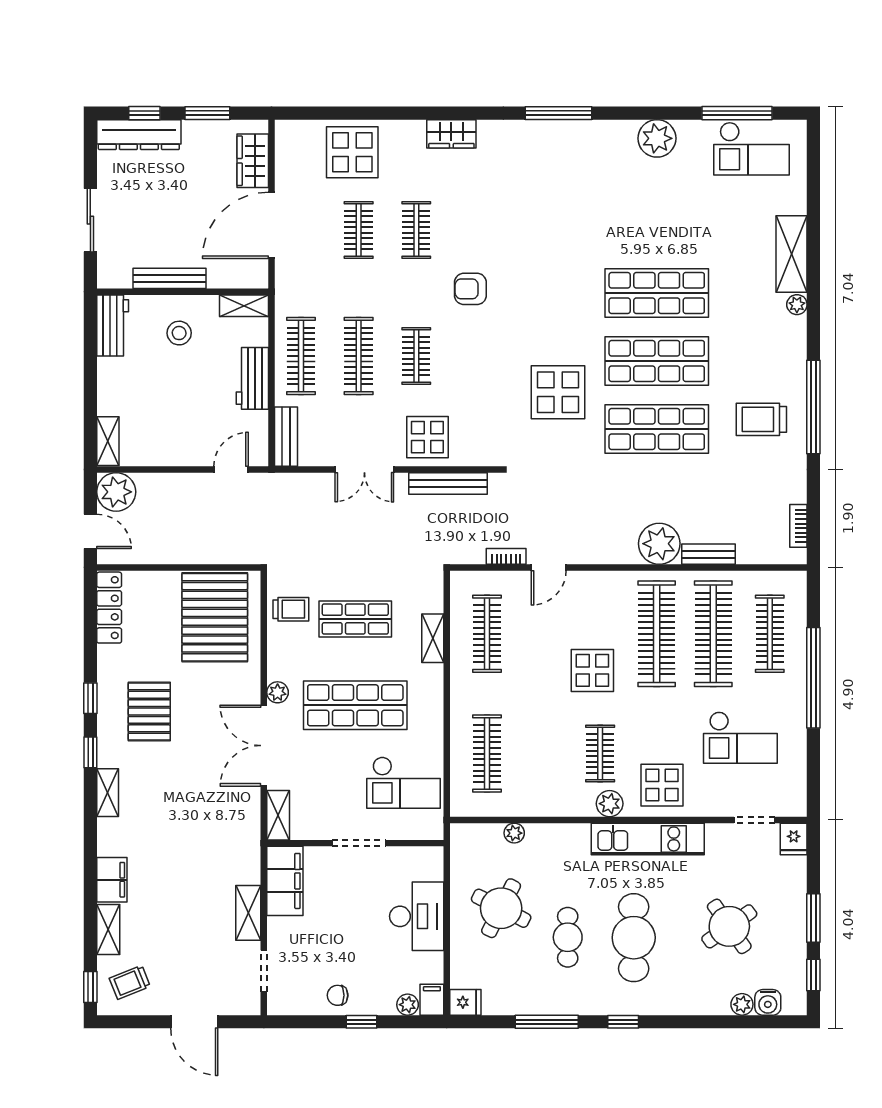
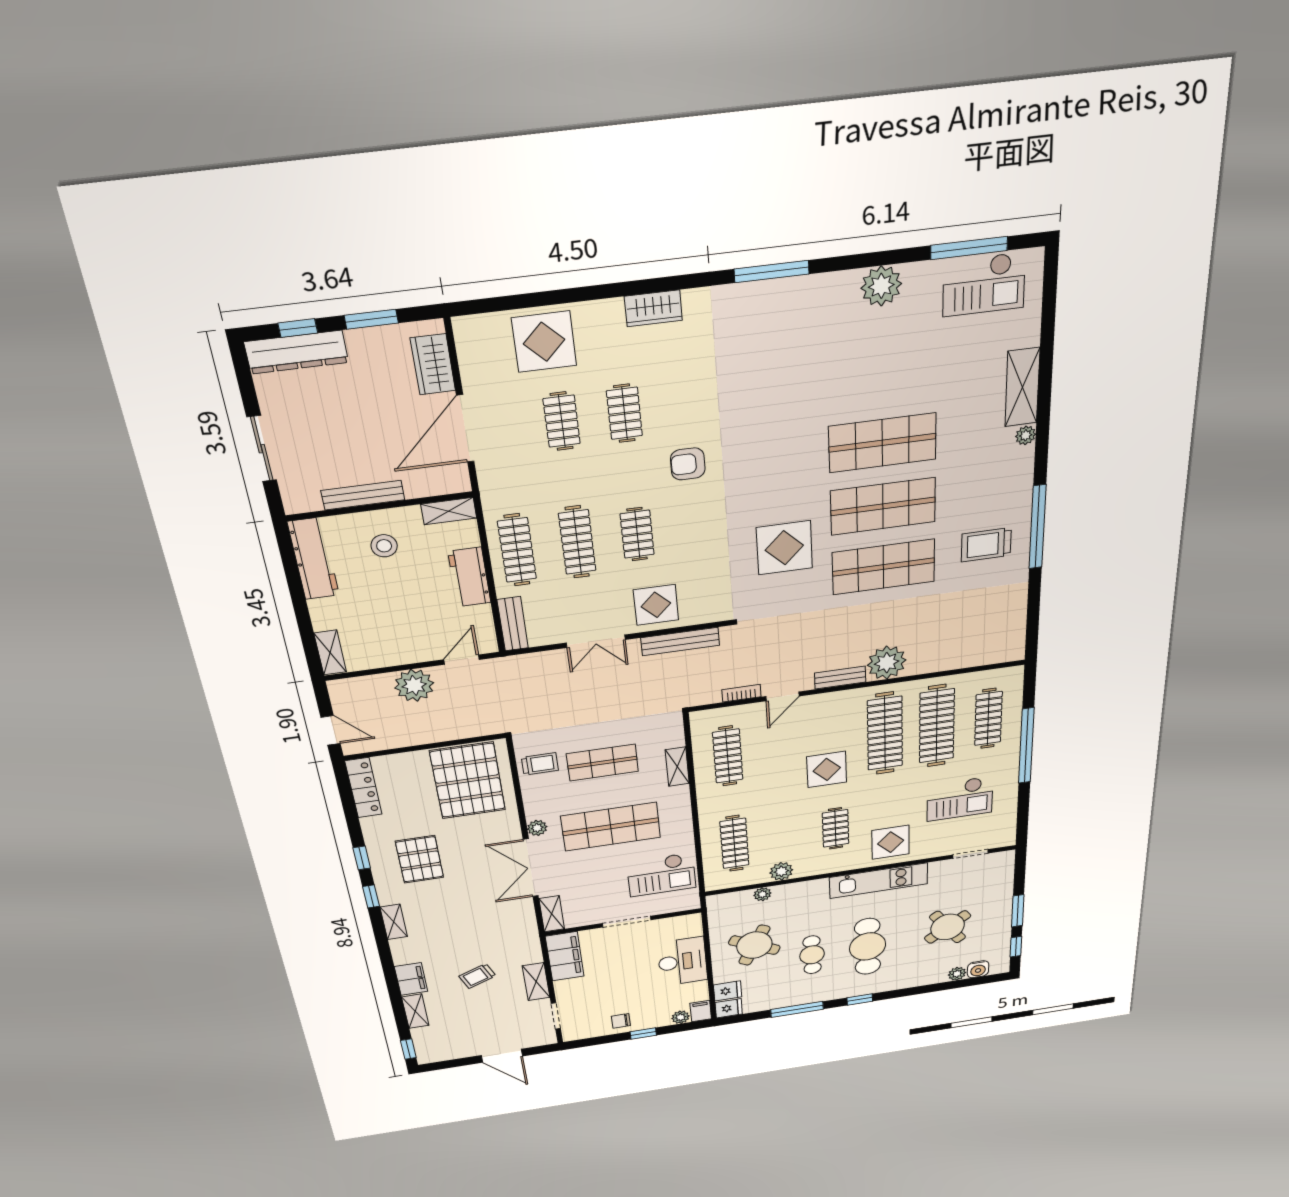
workbench: (113, 325) -> (313, 559), width x1.37
plant: (116, 492) -> (414, 685), moved
bookcase: (798, 526) -> (1018, 630), removed
bench: (709, 554) -> (840, 678), moved
plant: (610, 804) -> (781, 871), moved
fridge: (794, 839) -> (728, 991), moved, turned -90
trolley: (130, 982) -> (477, 976), moved

